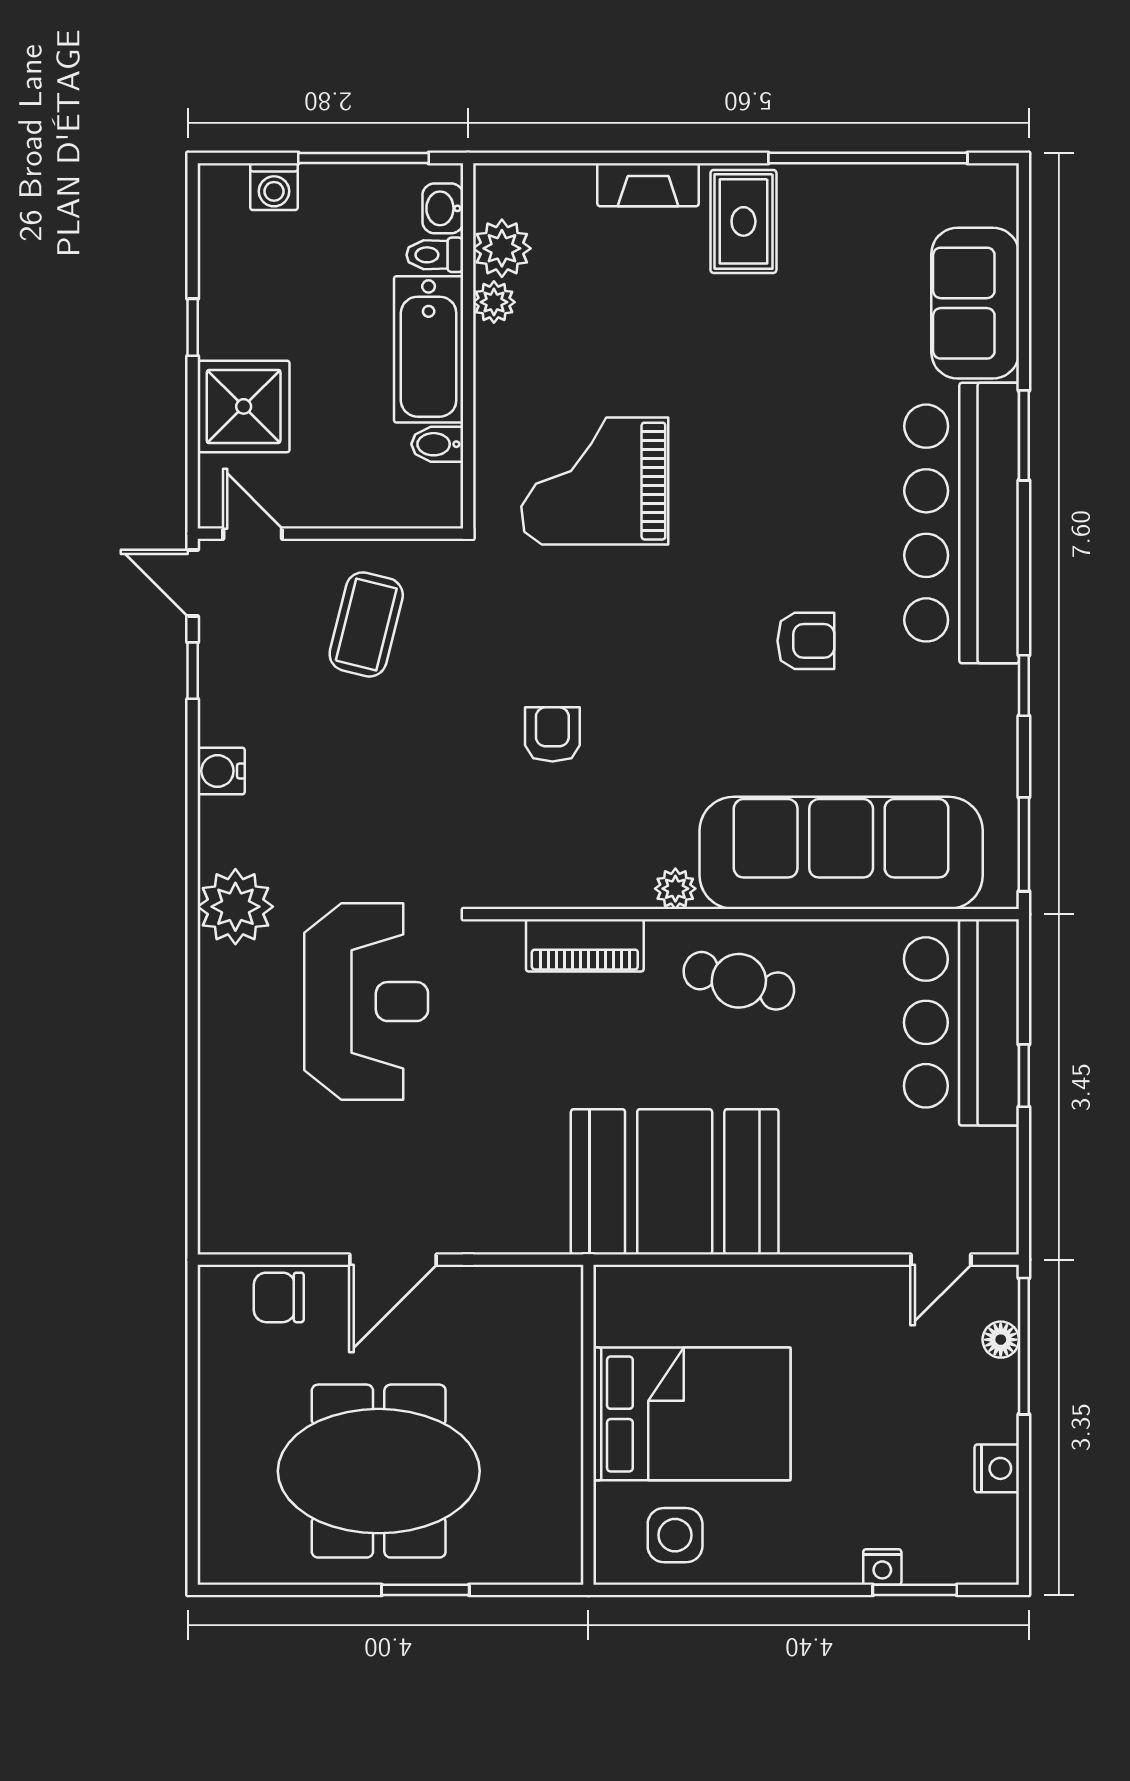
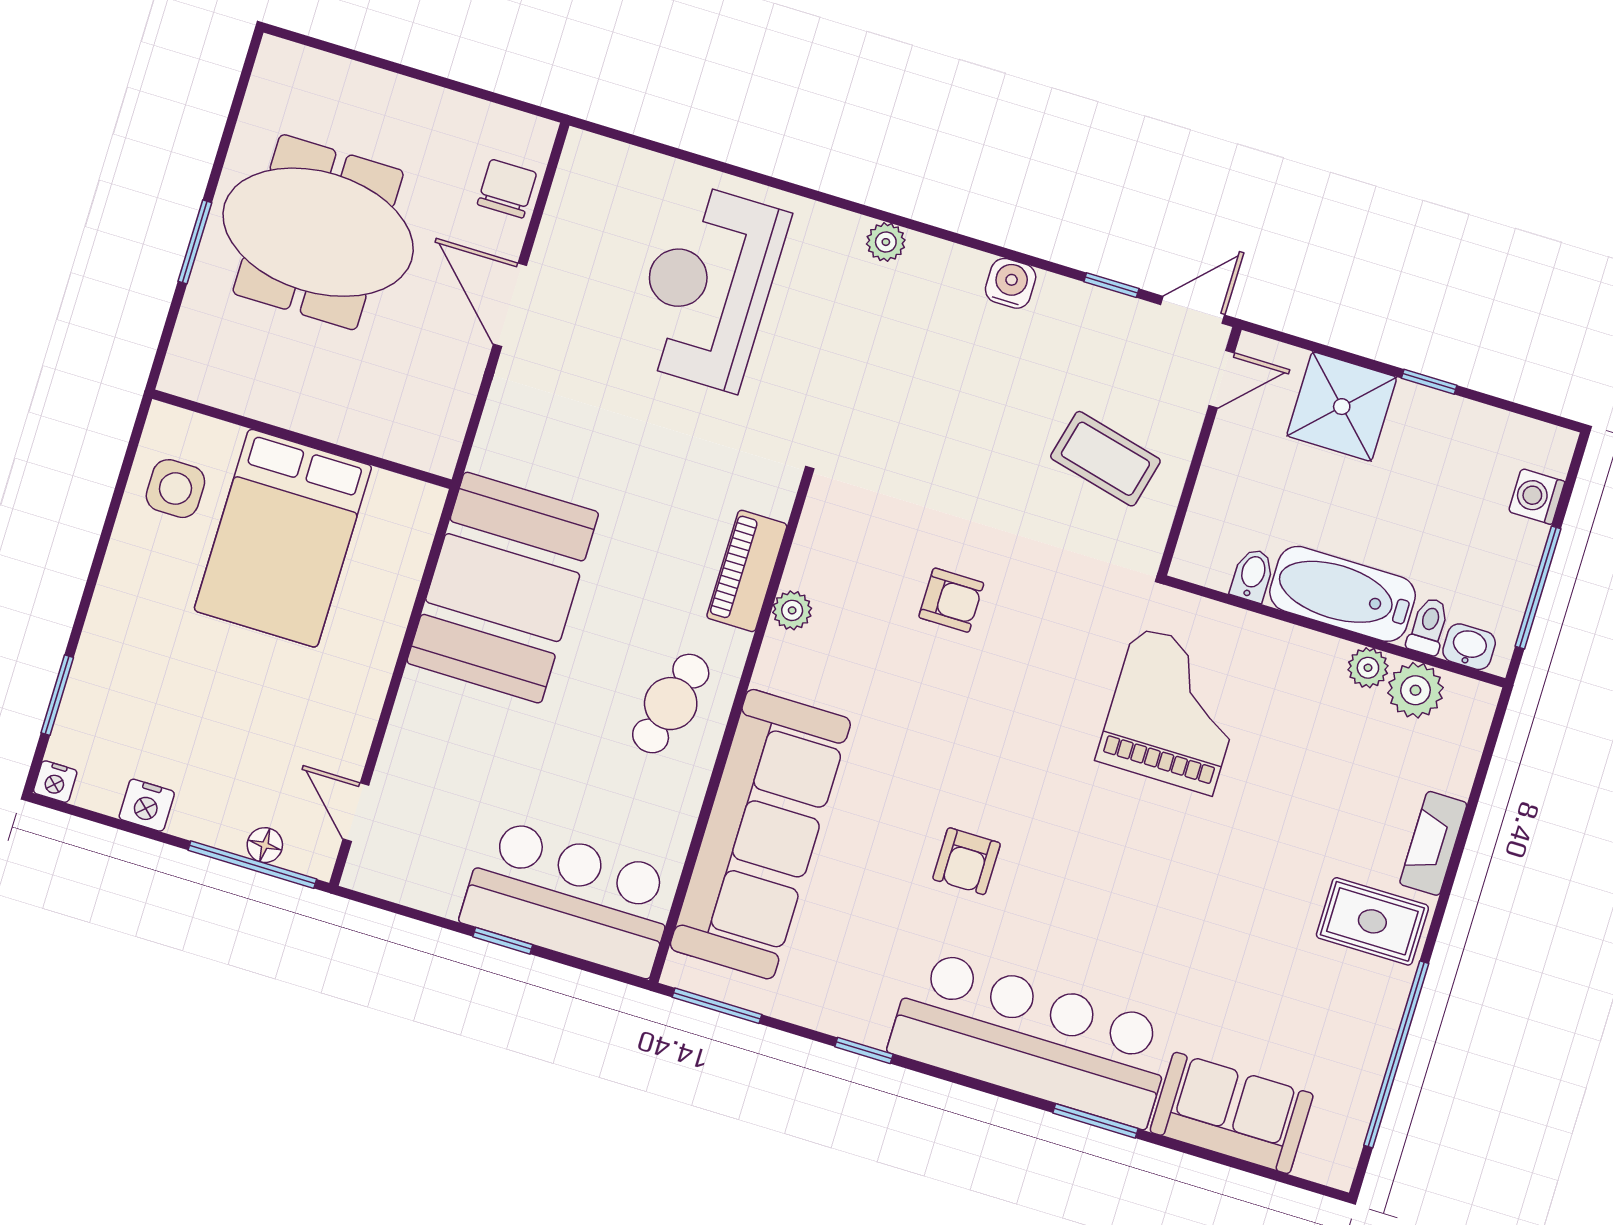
plant: (675, 889) -> (792, 610), moved
plant: (235, 907) -> (886, 242), width x0.53, depth x0.53
reception desk: (366, 1002) -> (708, 287), moved, turned 90
meeting table: (379, 1471) -> (318, 232), turned 90
nightstand: (882, 1567) -> (55, 782), moved, turned -90

